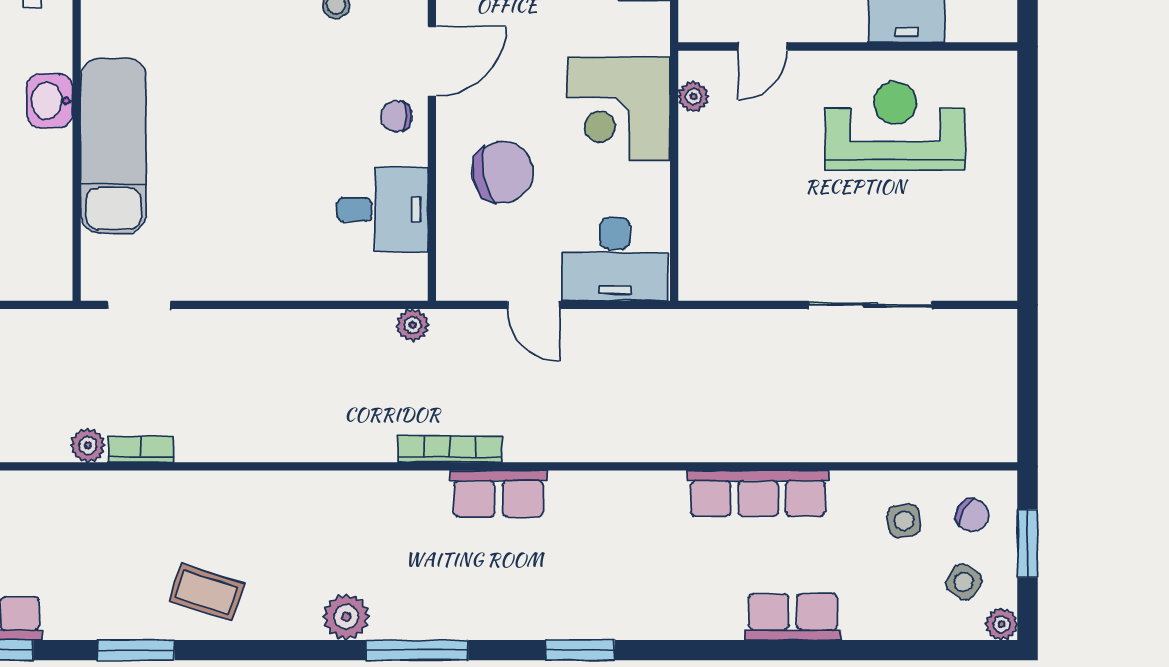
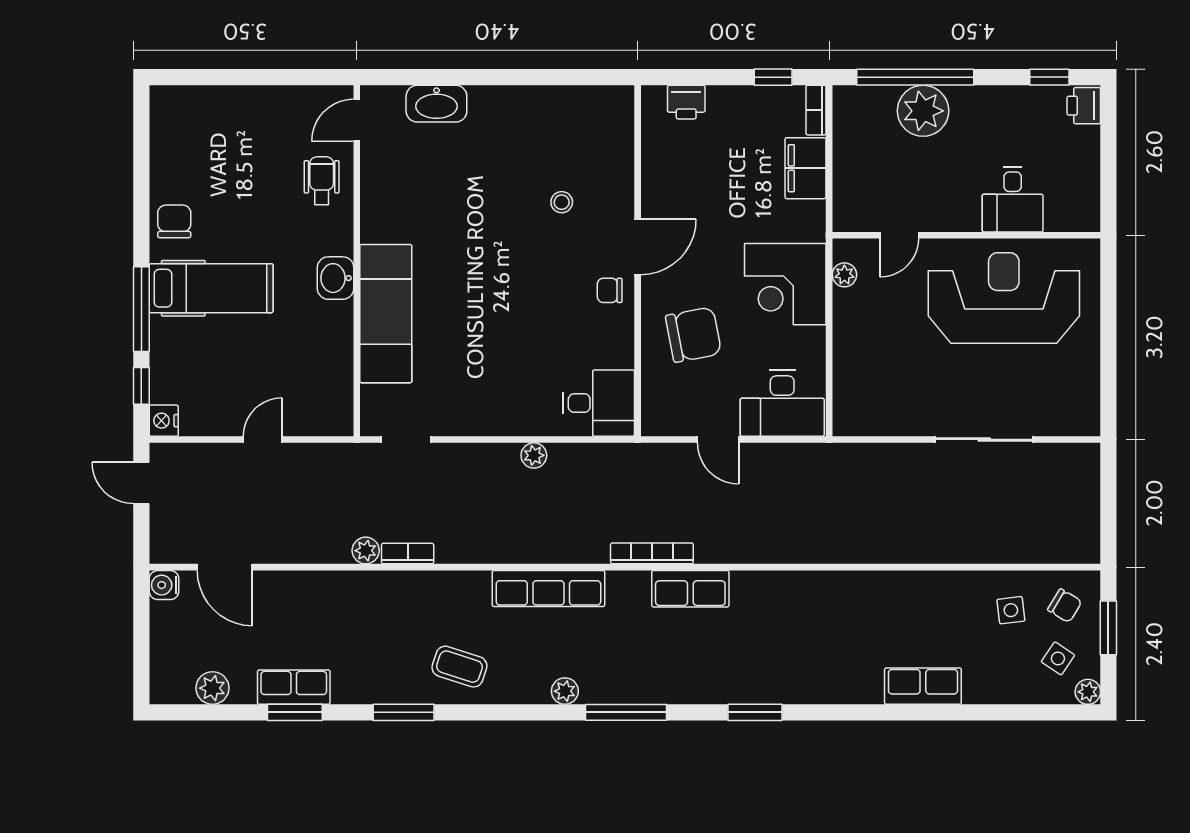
reception desk: (895, 126) -> (1004, 298), width x1.36, depth x1.30
desk: (383, 210) -> (599, 403), moved
plant: (413, 325) -> (534, 455), moved
row of seats: (758, 493) -> (548, 589), moved
plant: (346, 617) -> (565, 691), width x0.73, depth x0.73

